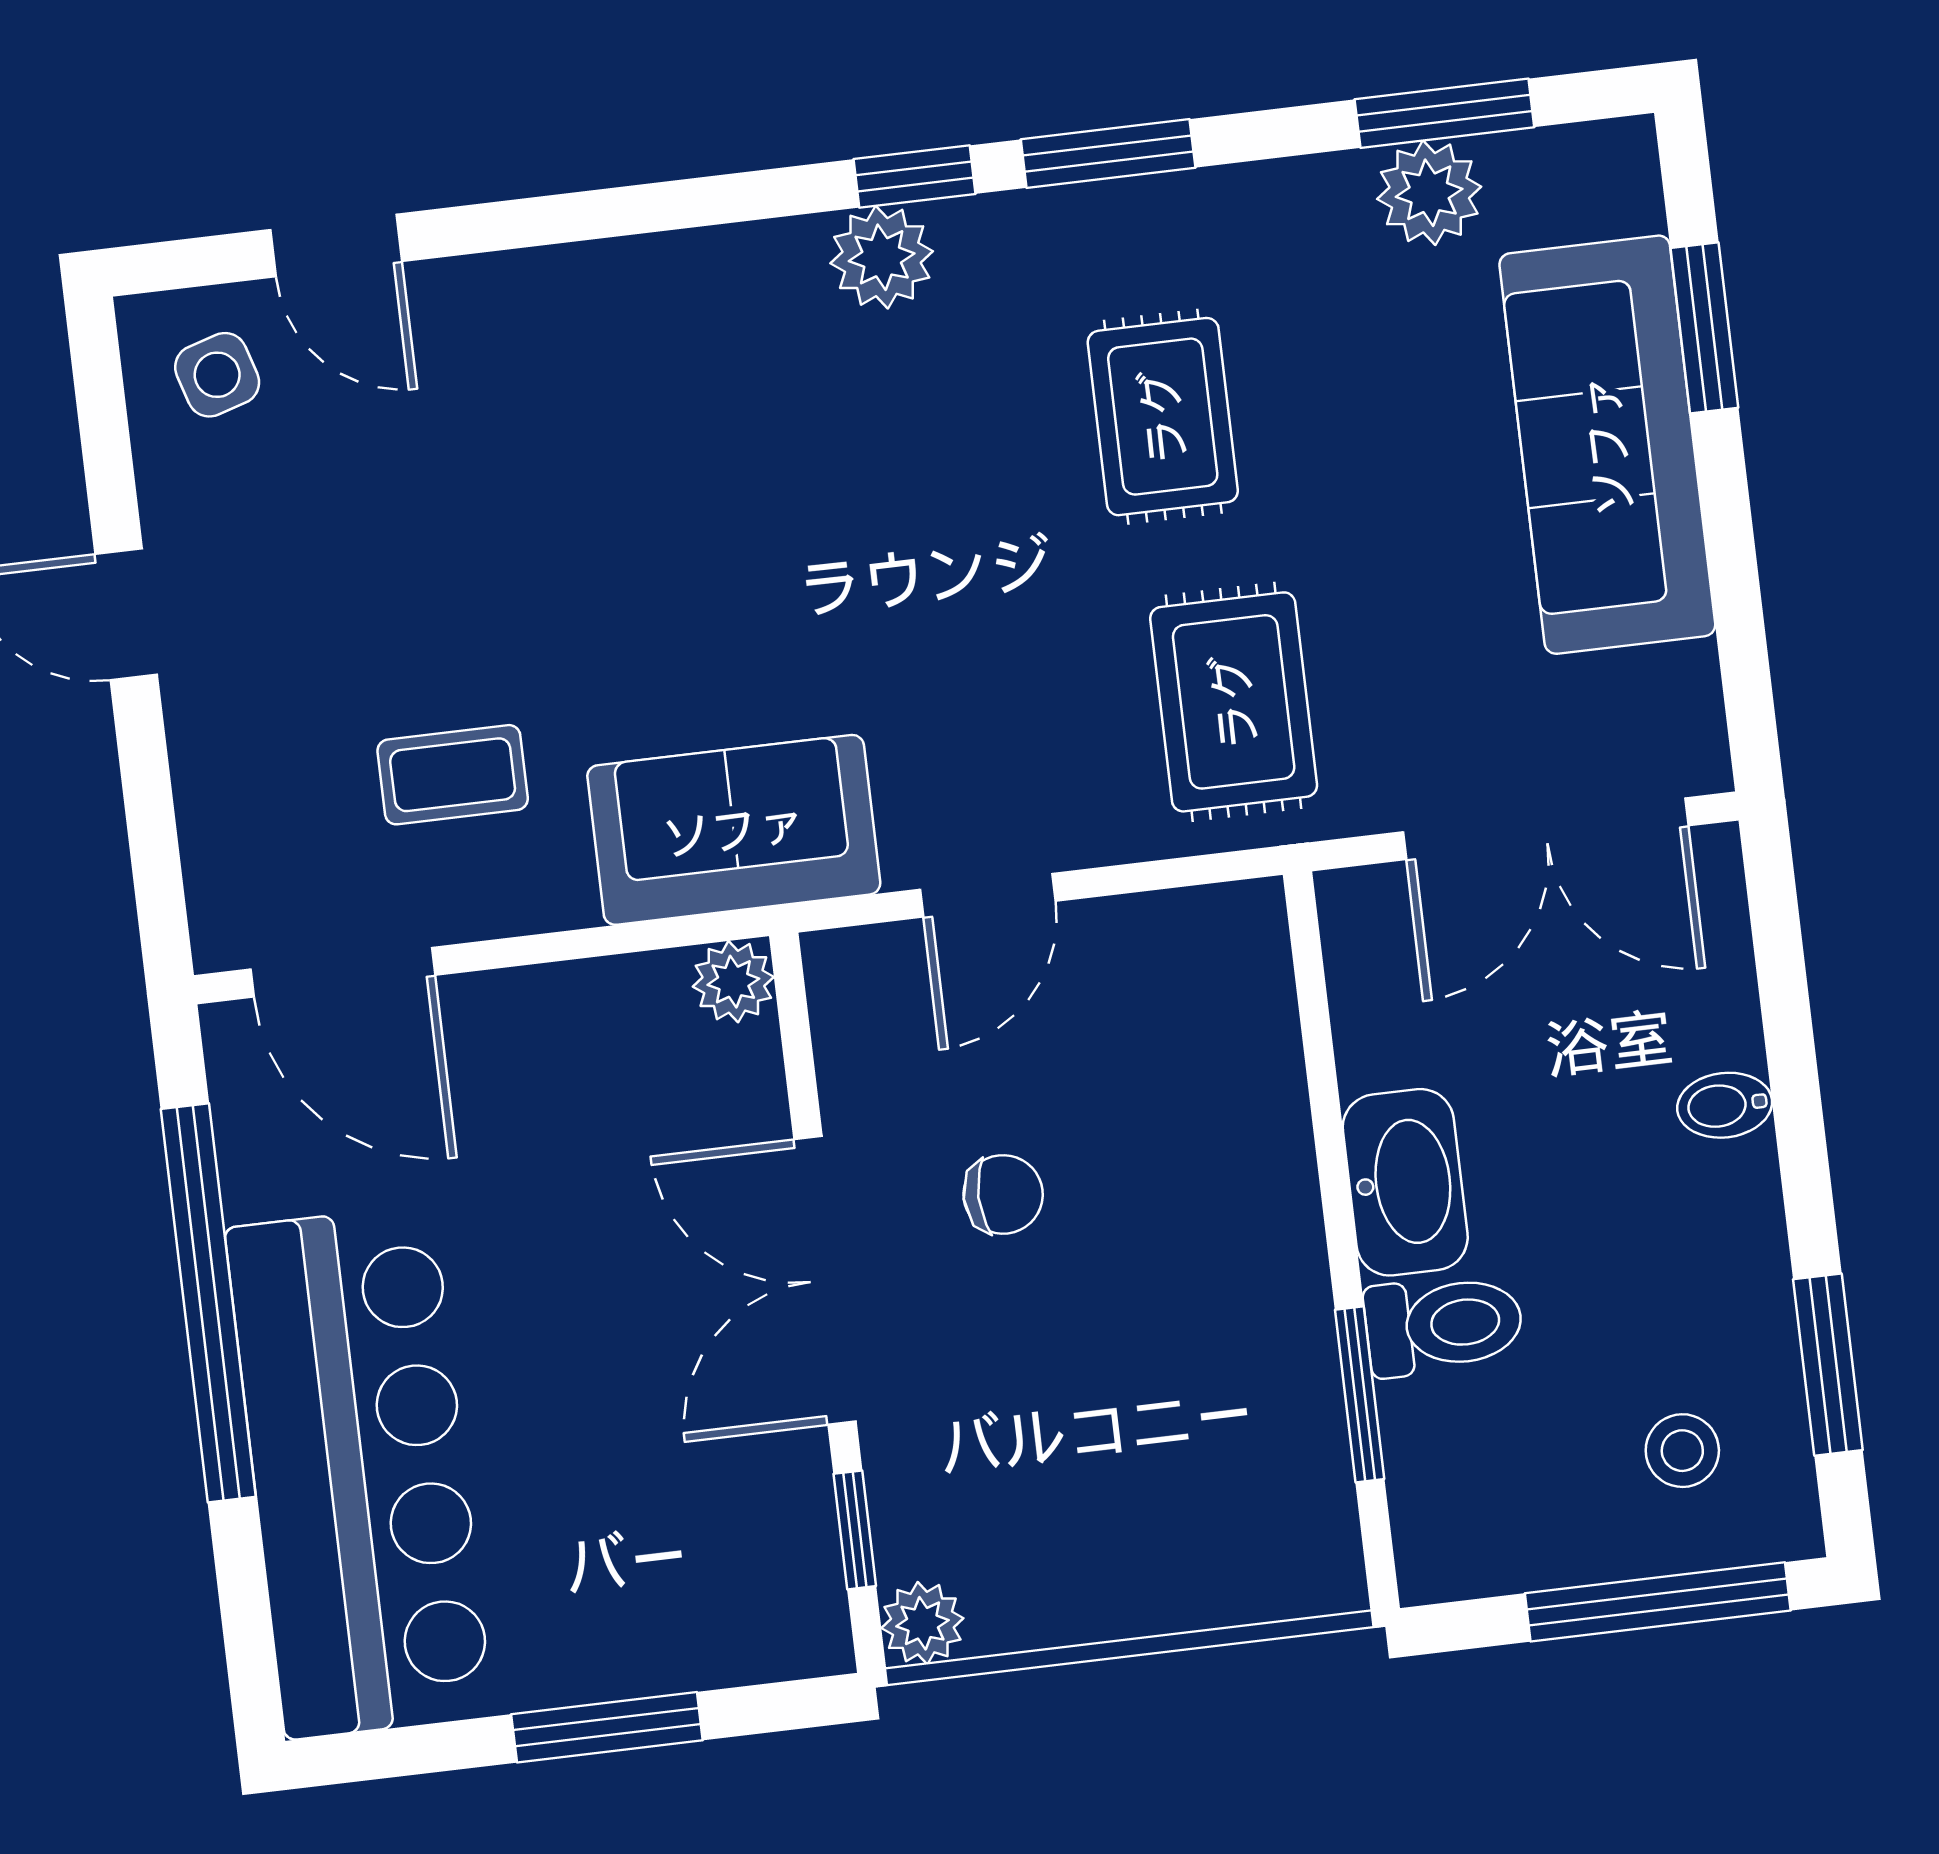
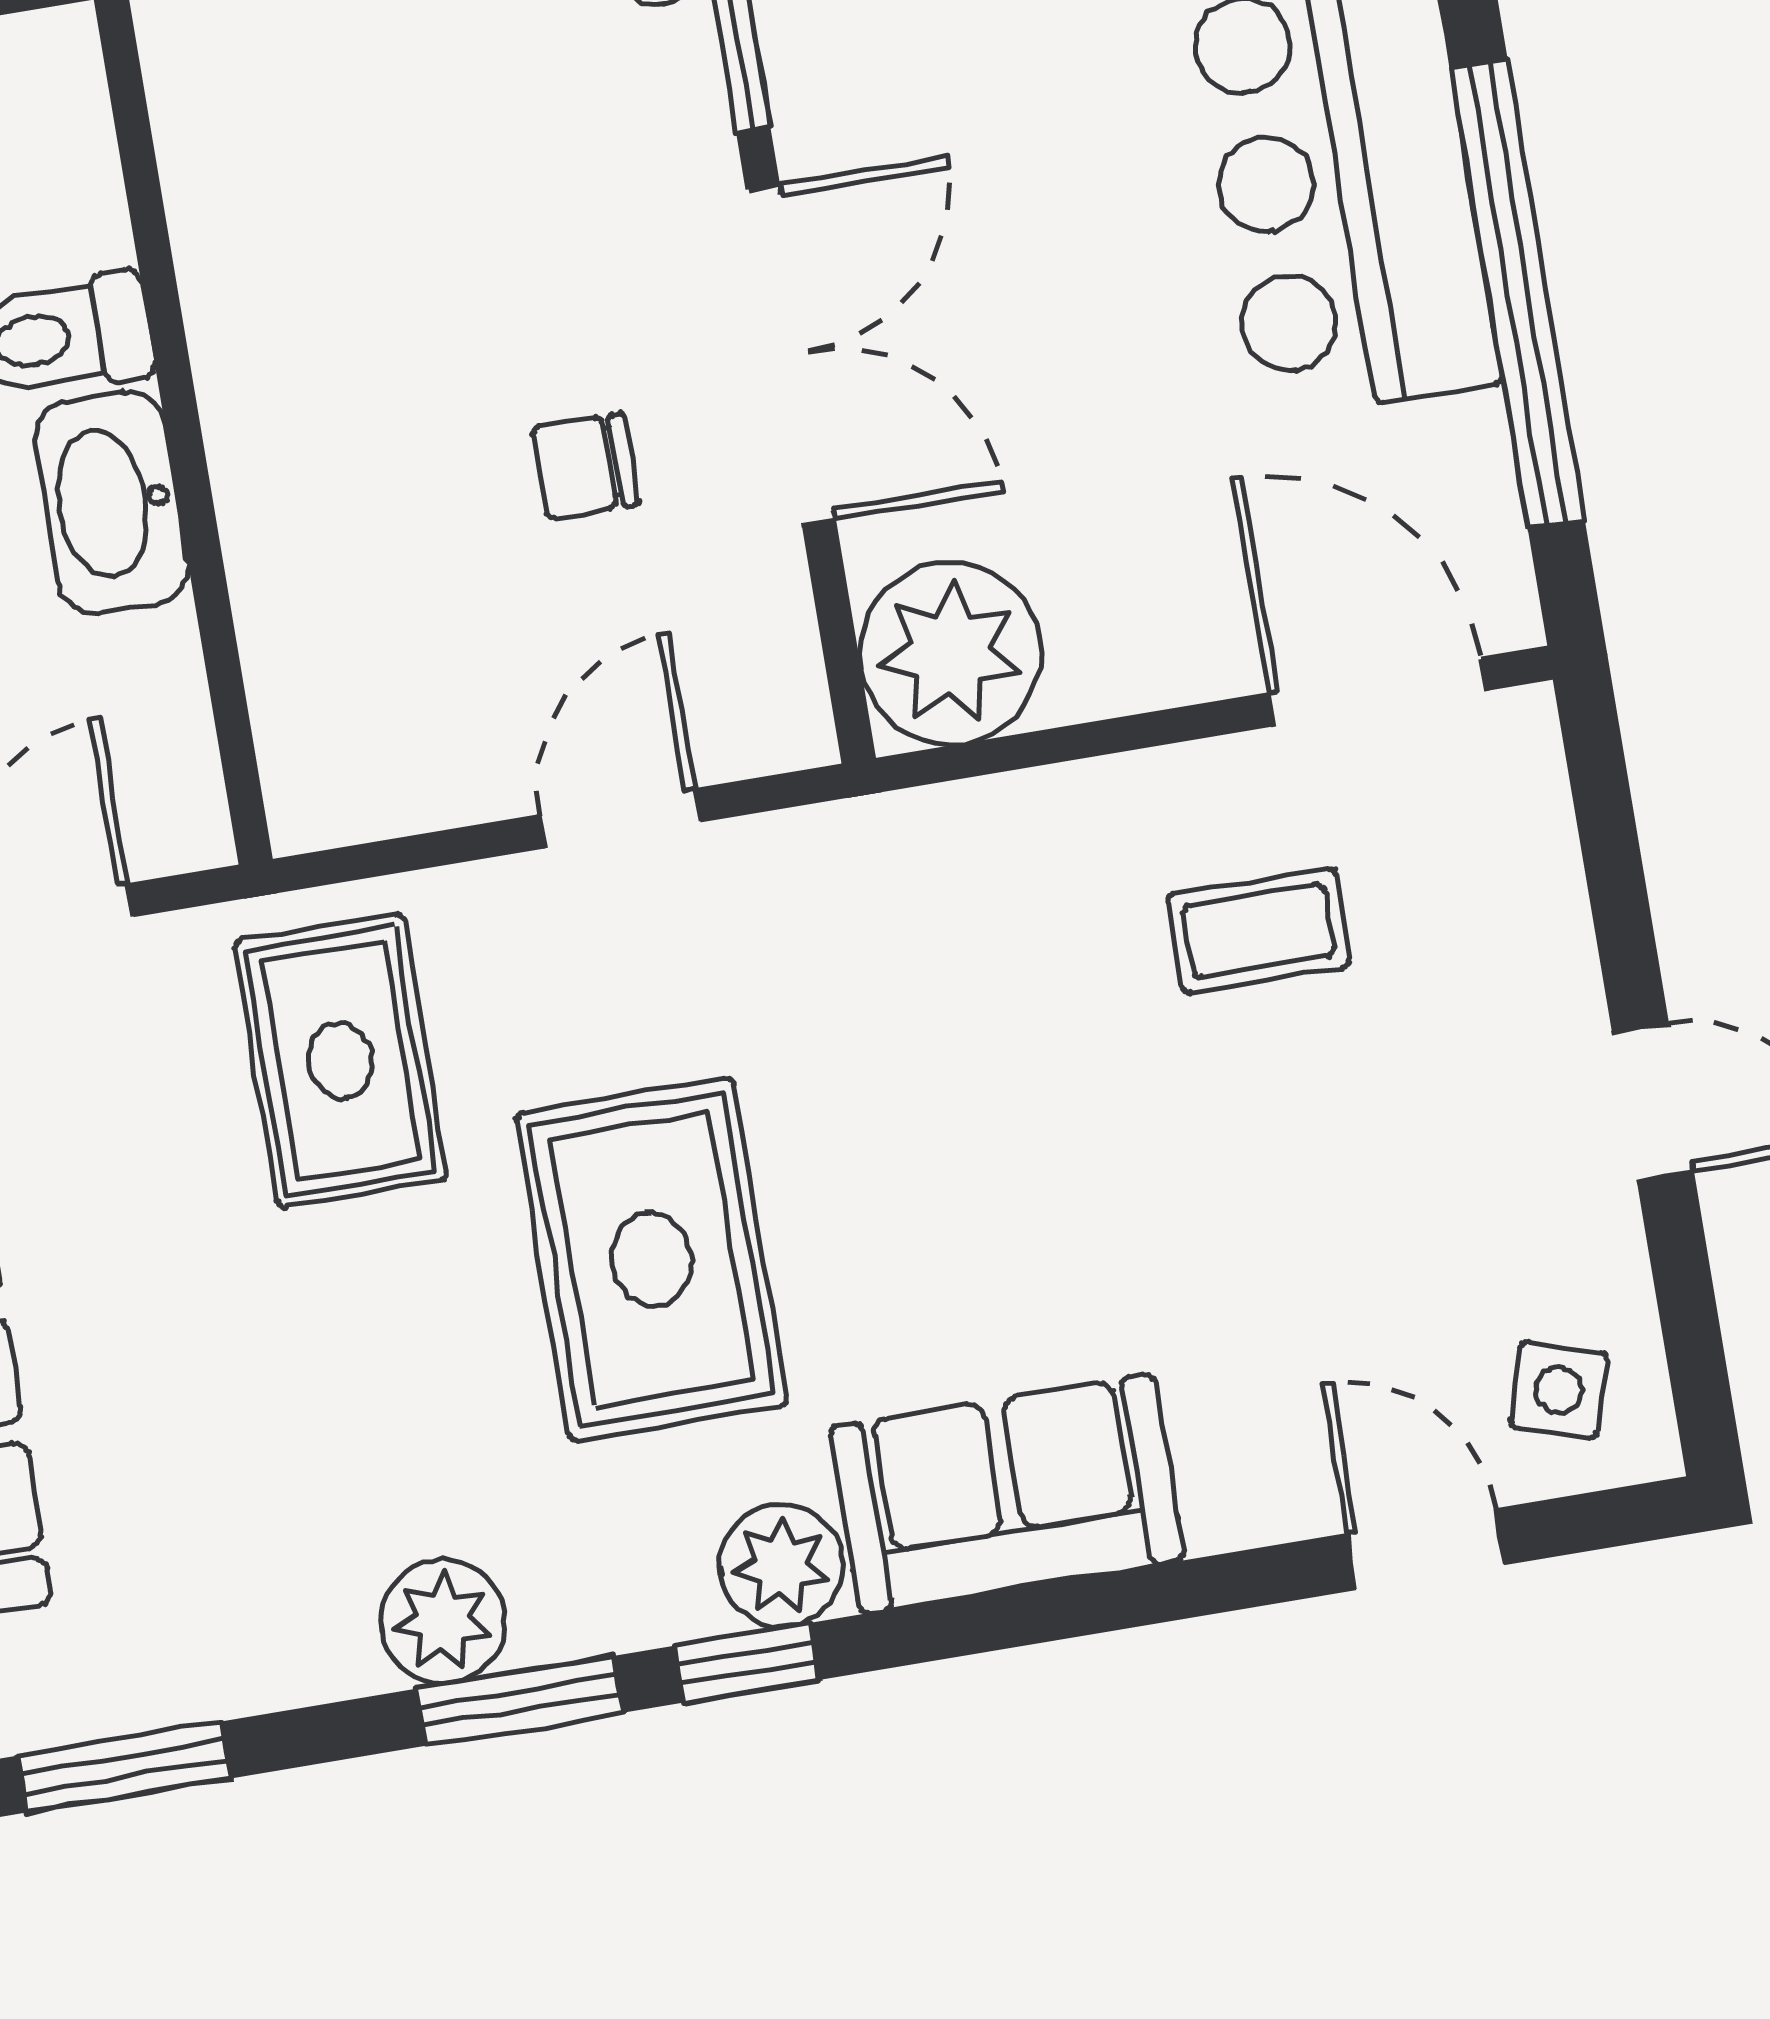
plant: (1429, 193) -> (443, 1621), moved
side table: (217, 375) -> (1559, 1390), turned 35
rug: (1163, 417) -> (652, 1259), moved, width x1.36, depth x1.43
sofa: (734, 830) -> (1007, 1494), moved, turned 180
plant: (733, 982) -> (950, 653), width x1.88, depth x1.88
window: (1360, 1394) -> (153, 250), removed

